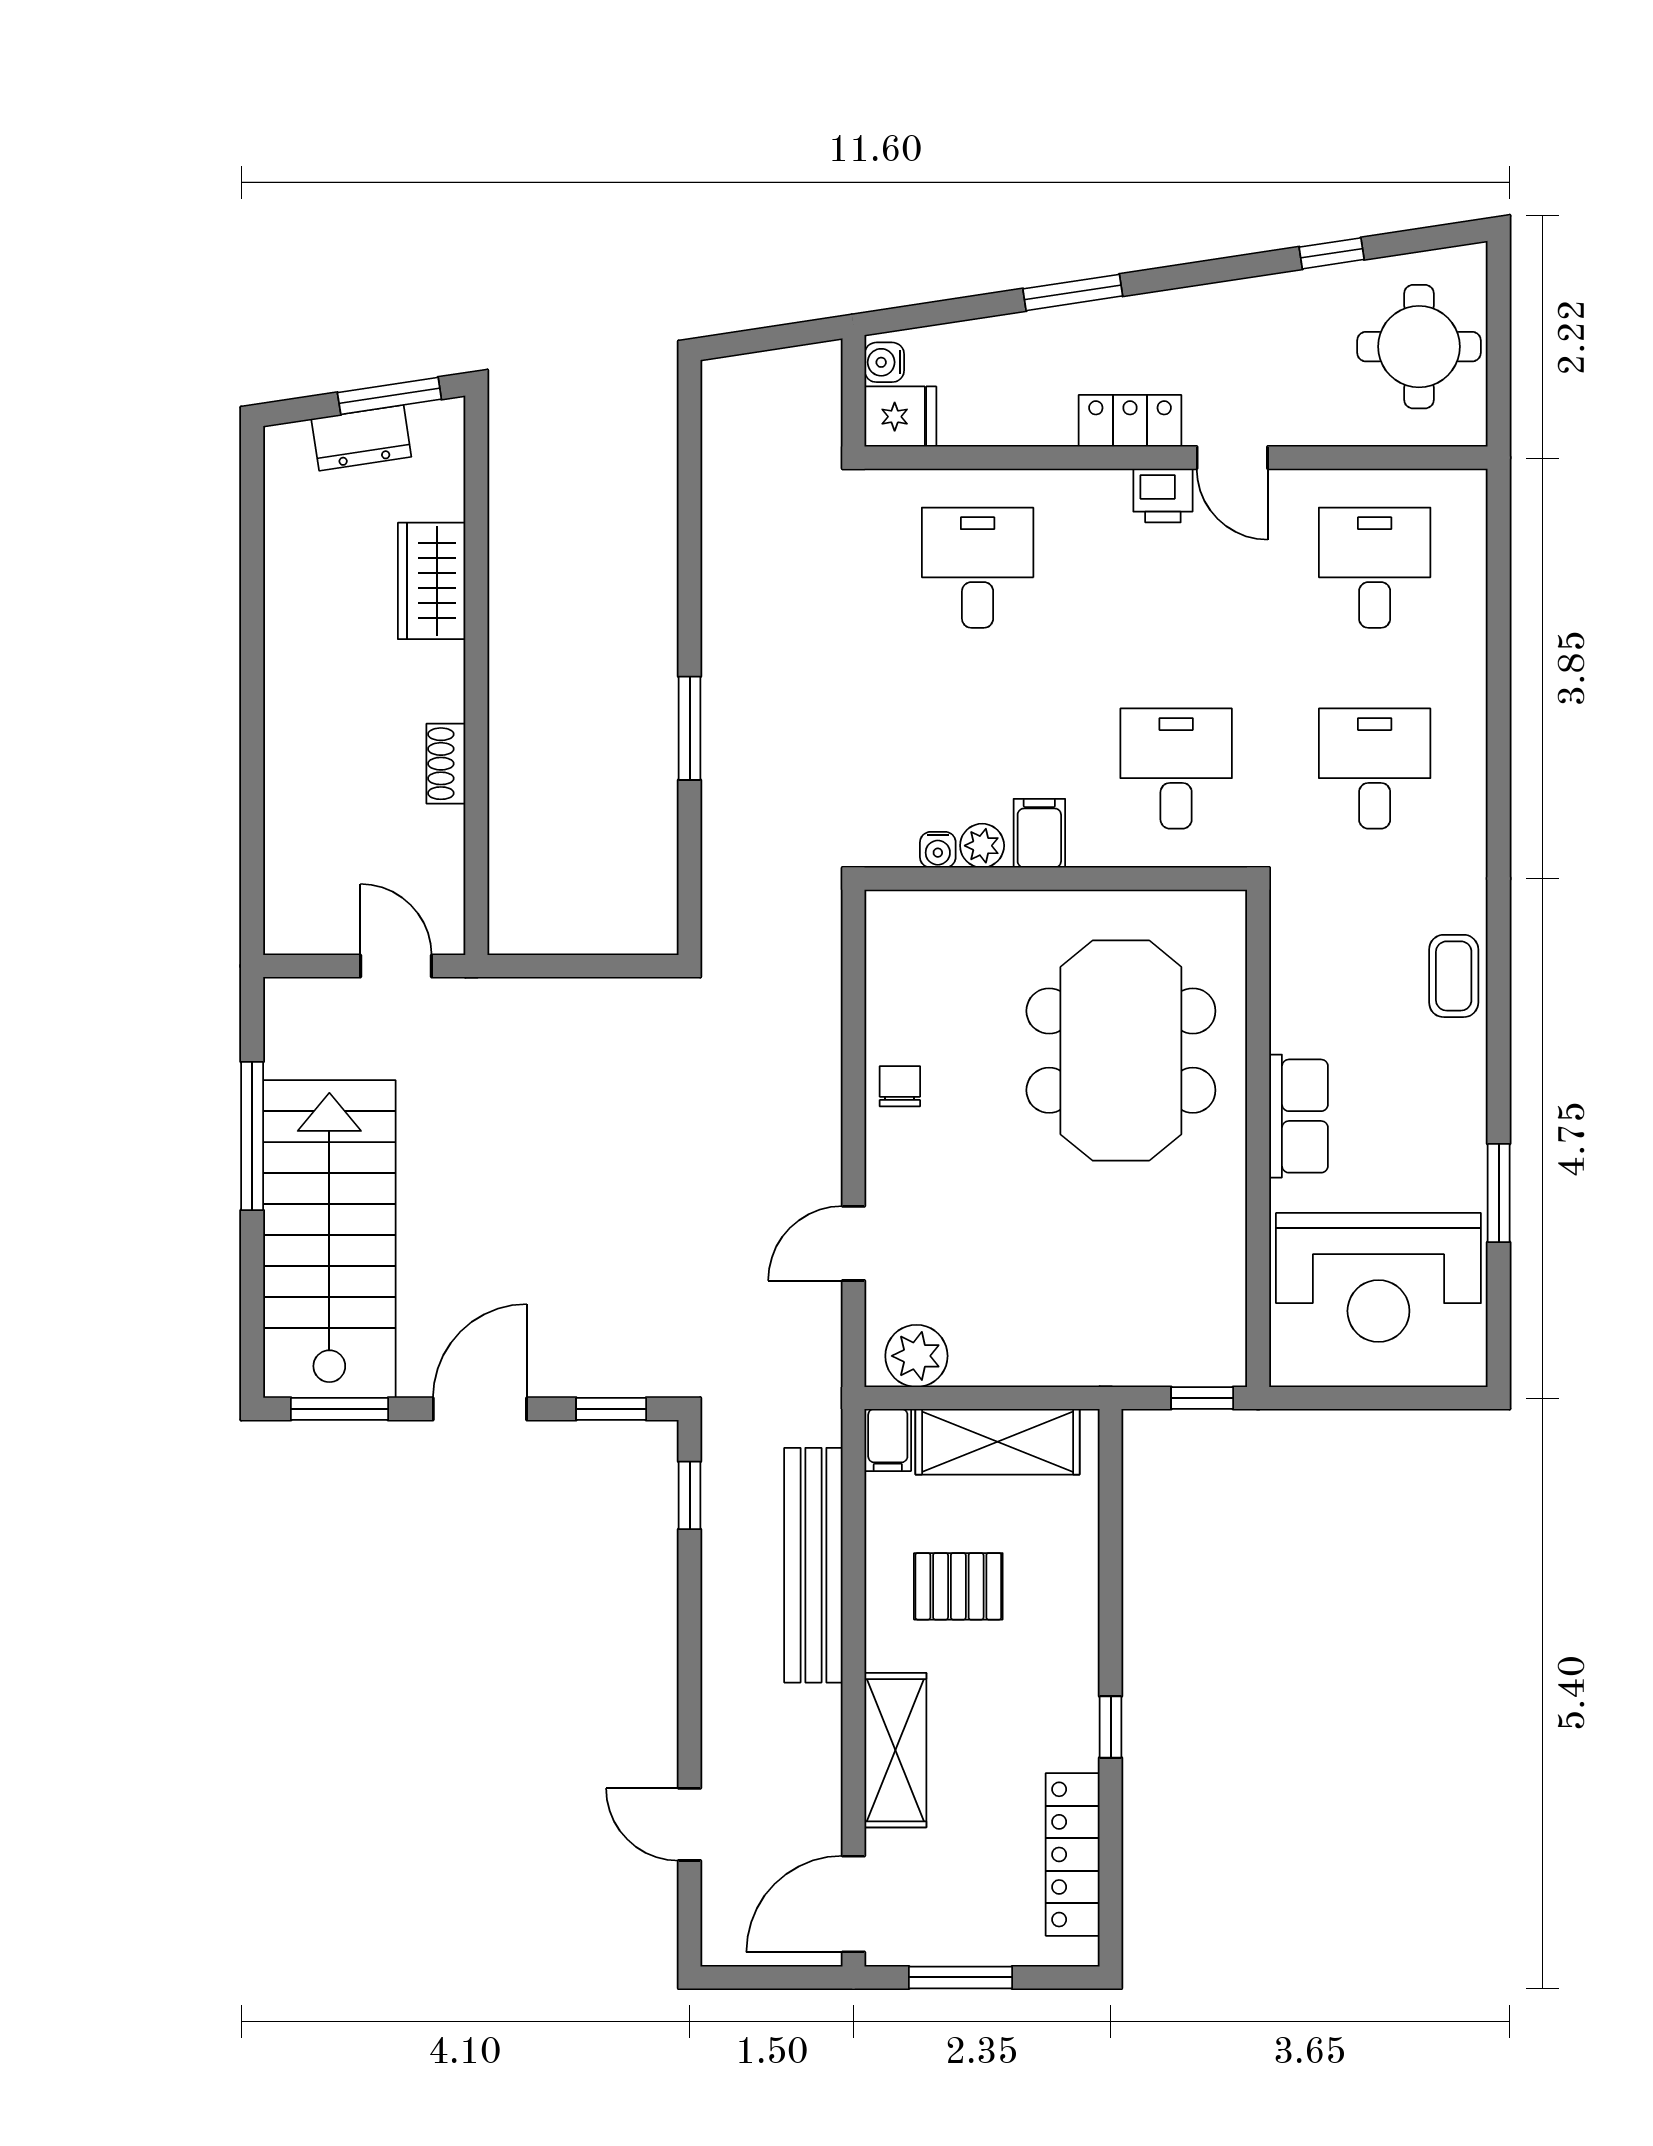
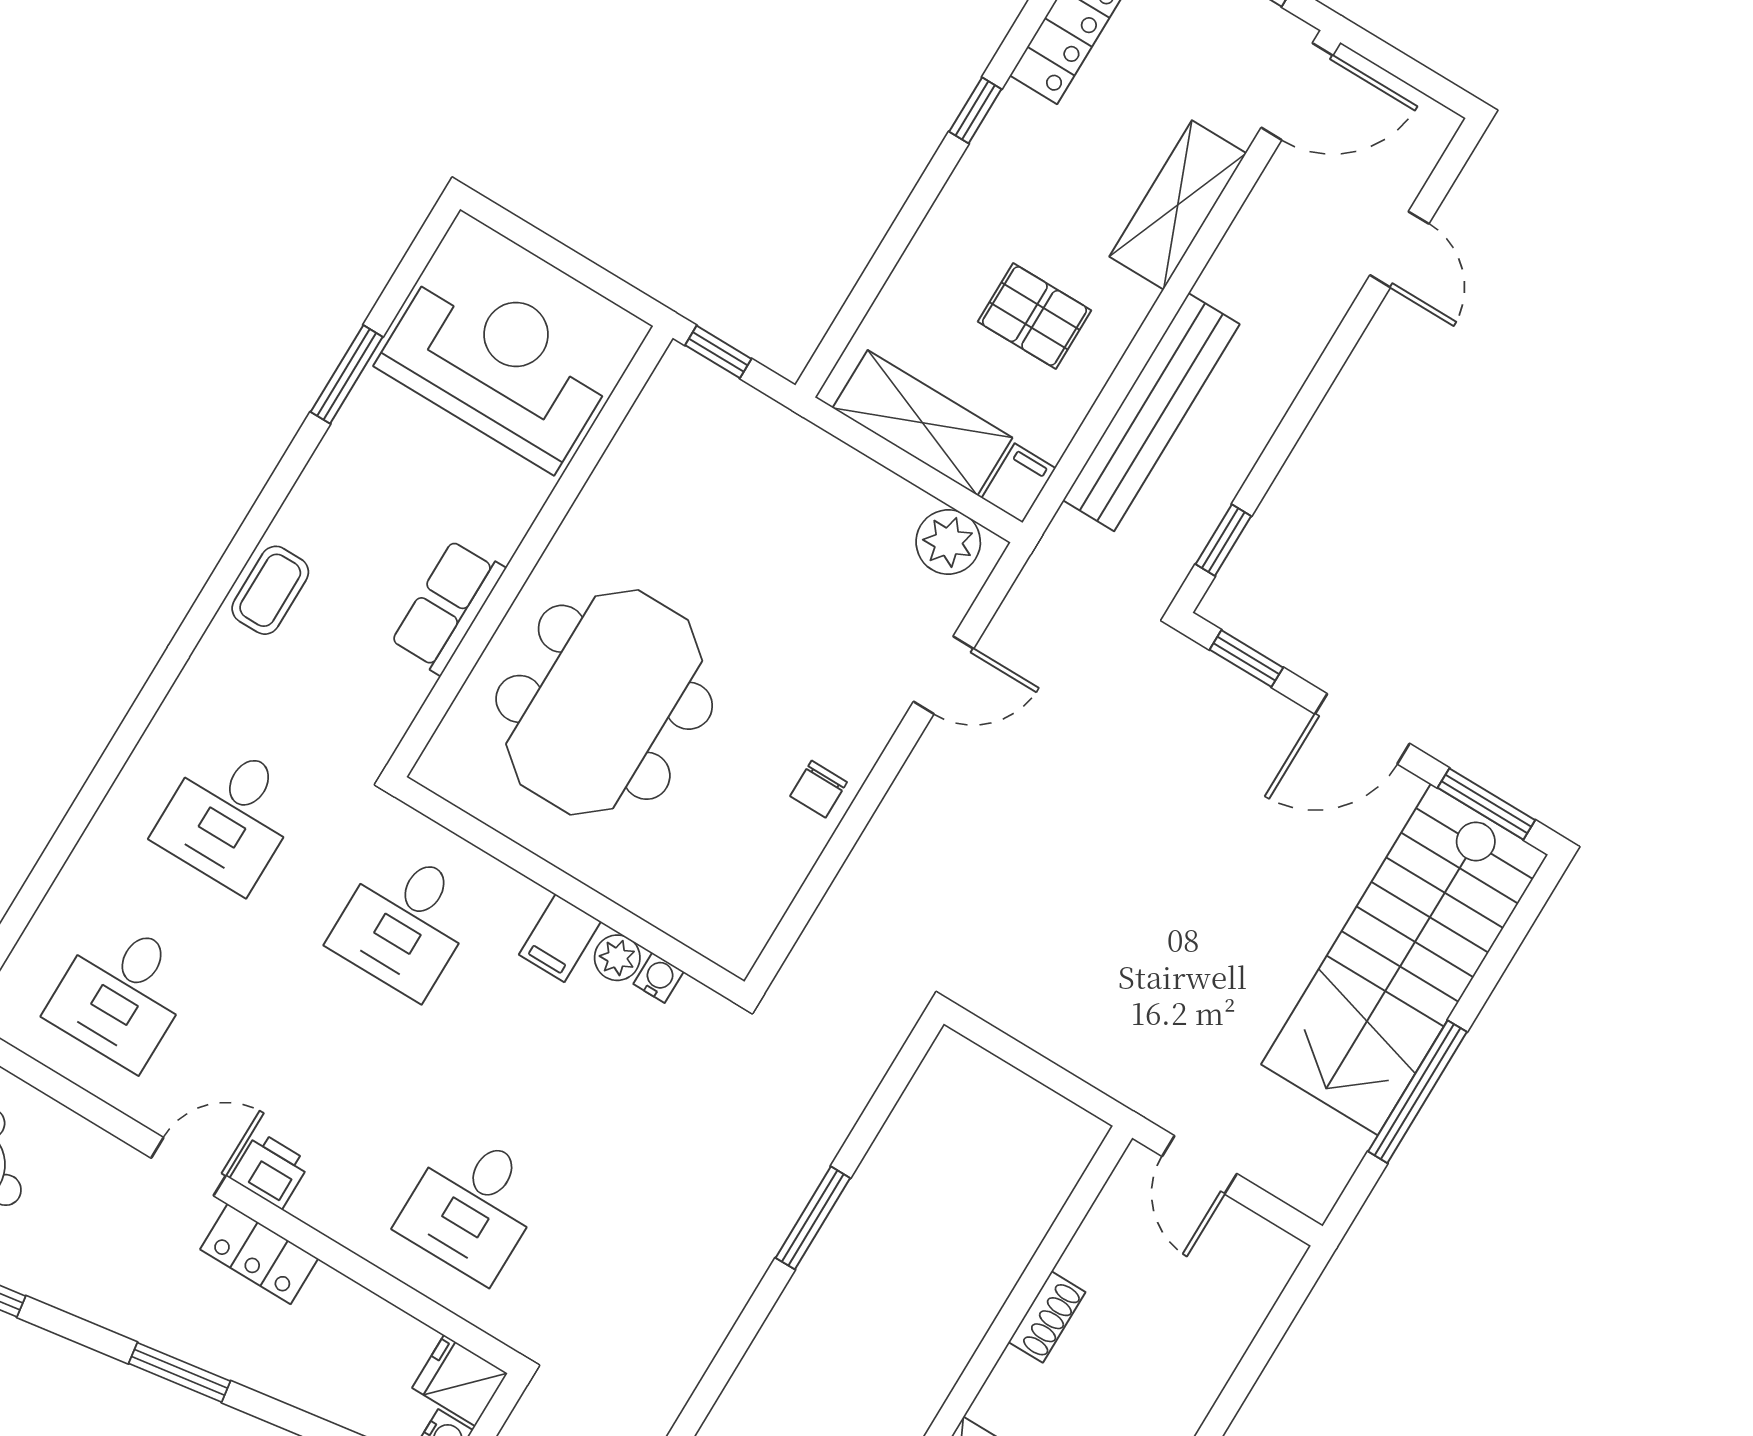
window: (1073, 292) -> (179, 1372), moved
door: (1232, 458) -> (188, 1167), hinge flipped
row of seats: (1298, 1116) -> (448, 607), moved

